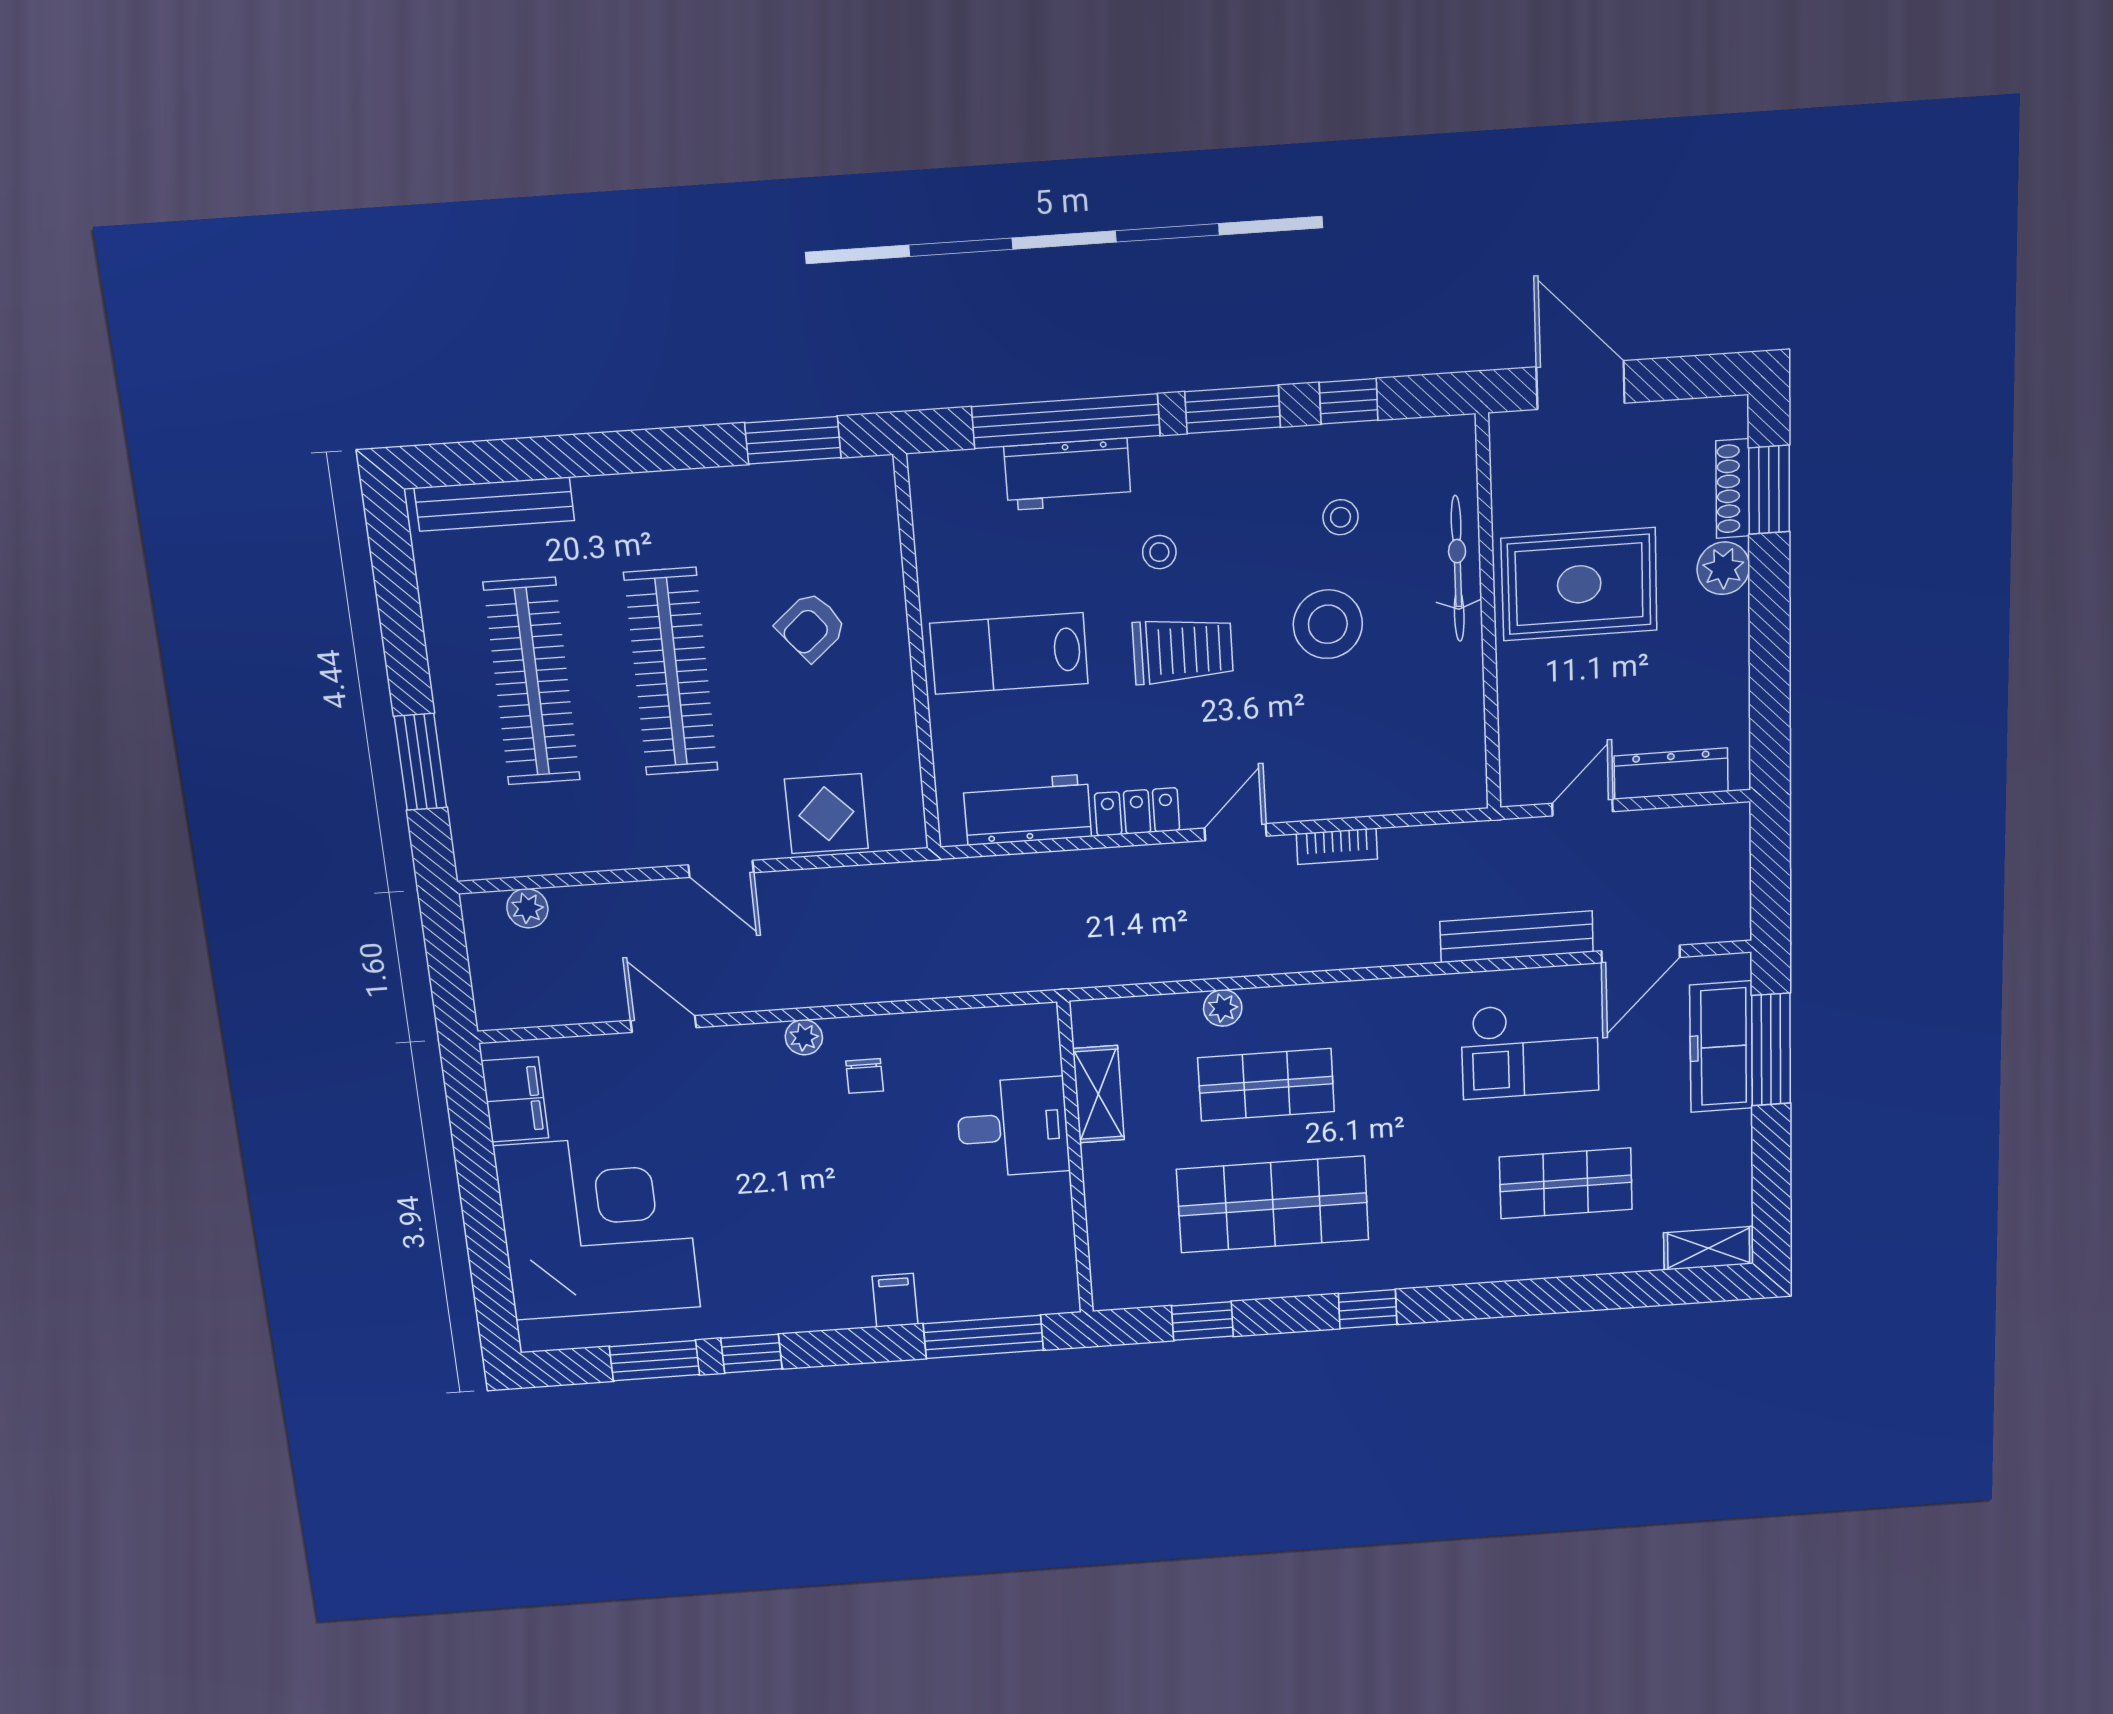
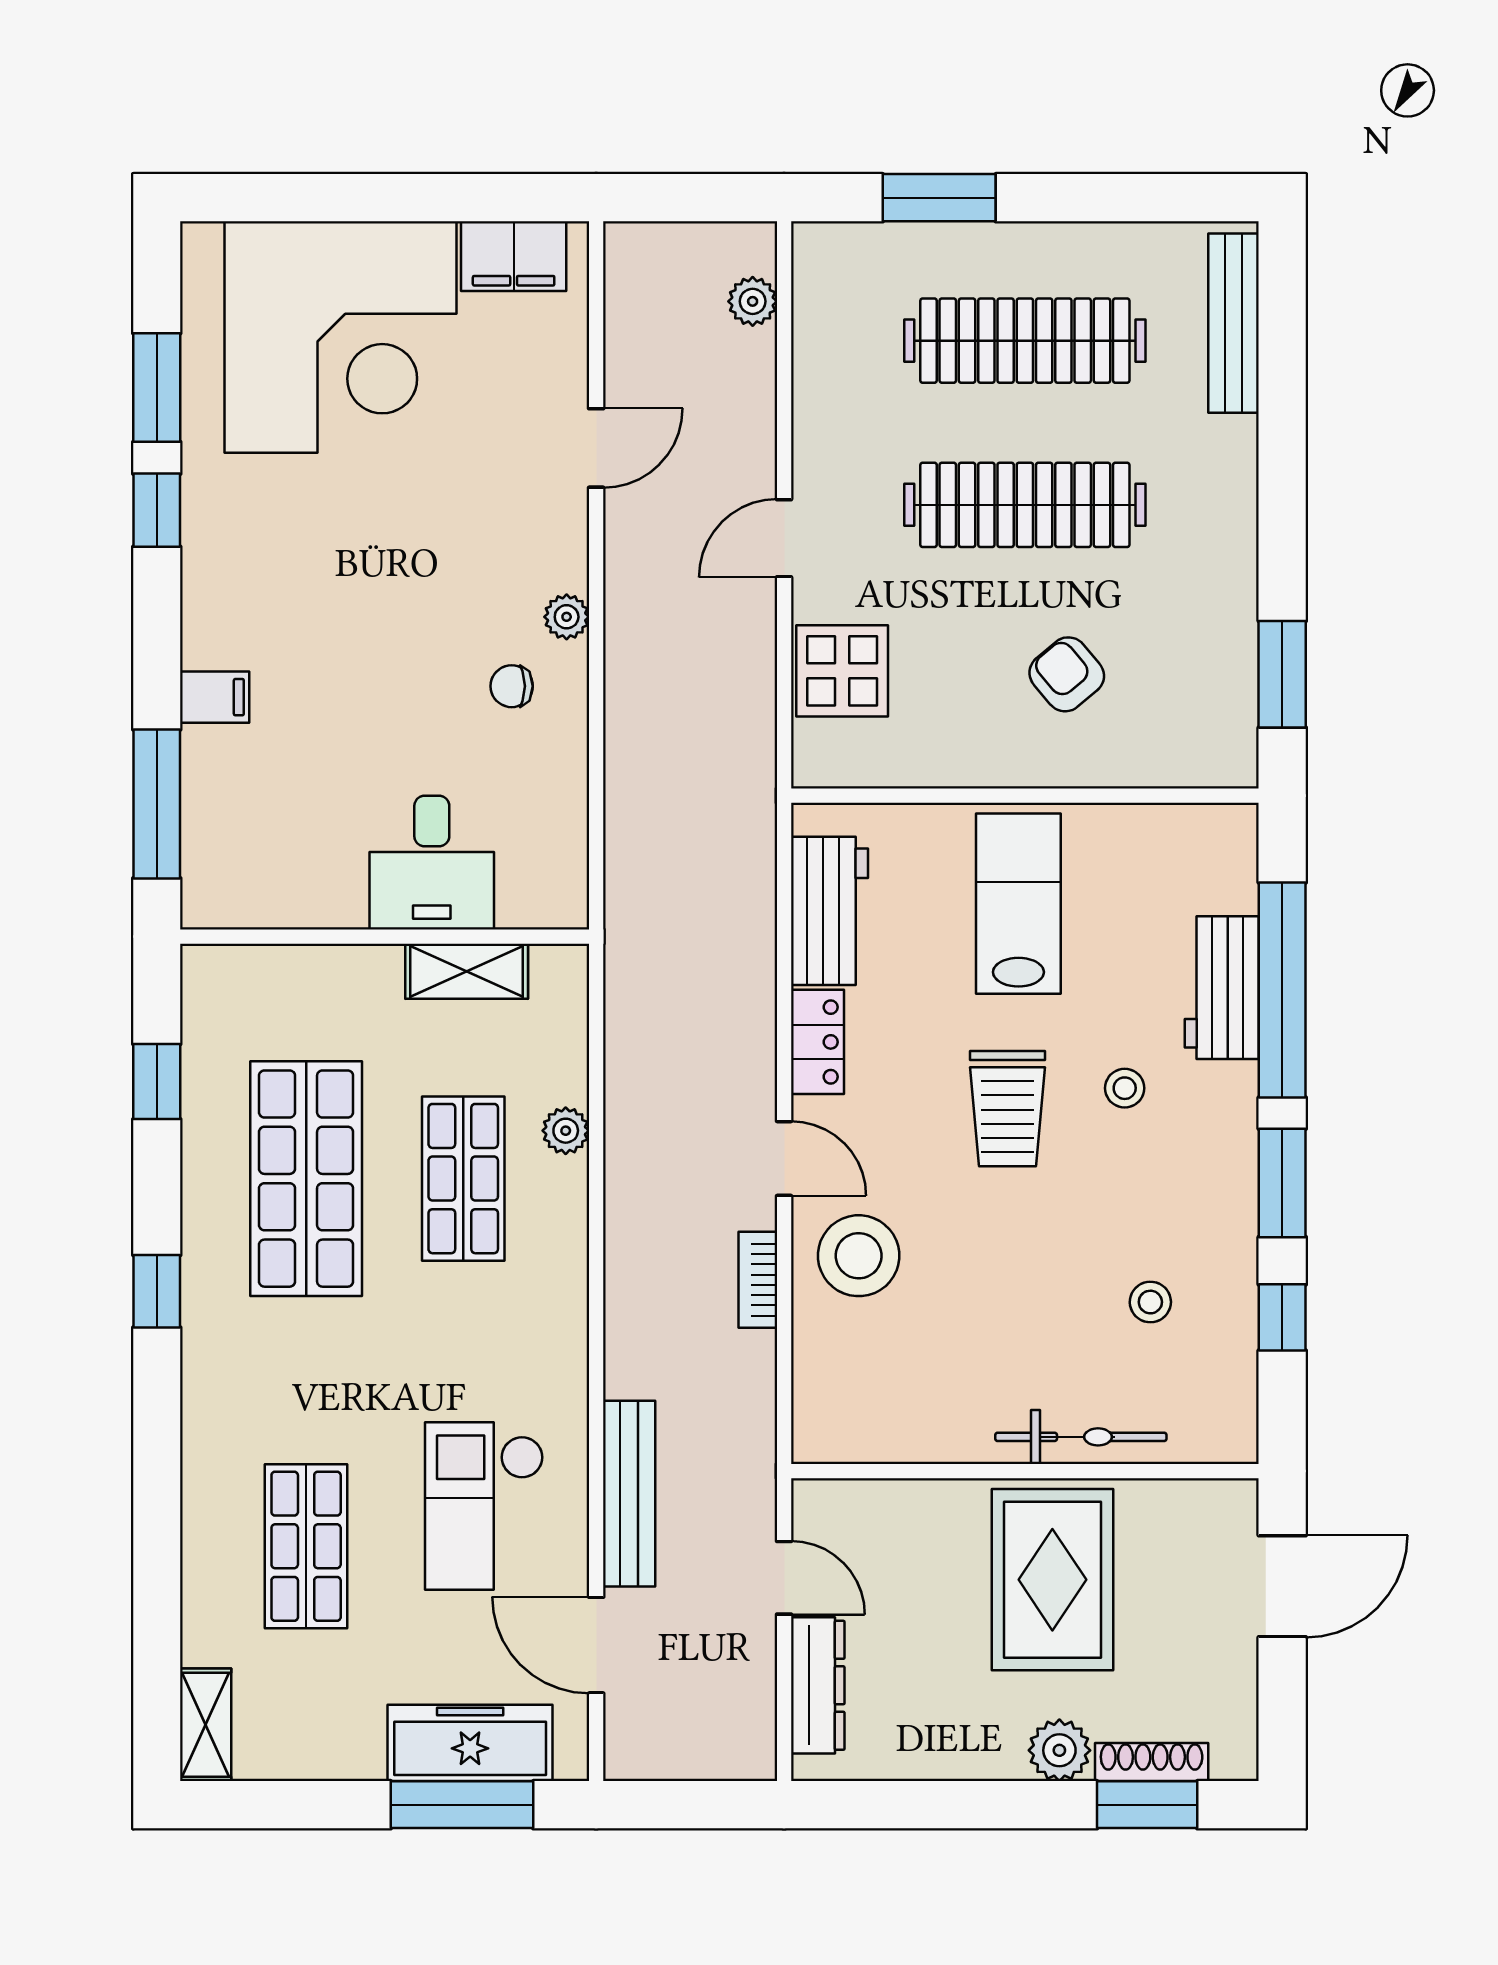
stool: (1328, 624) -> (859, 1256), moved

